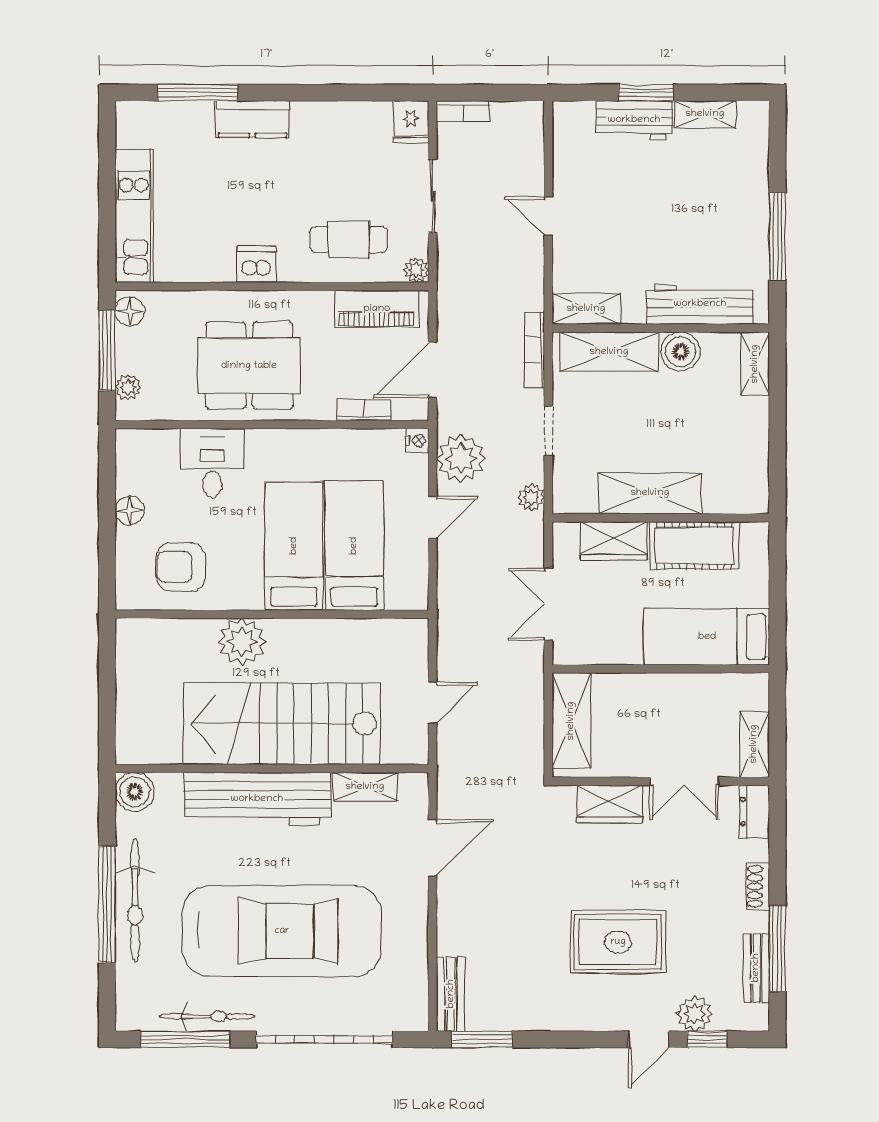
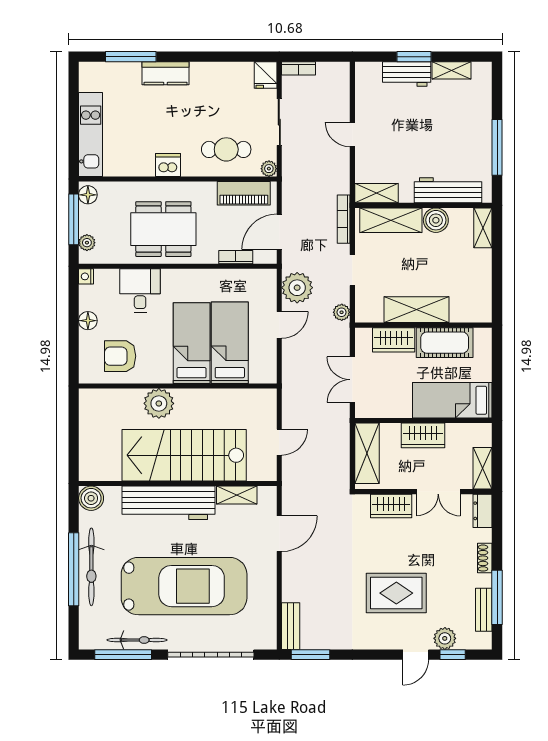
nightstand: (417, 441) -> (86, 276), moved, turned 180
wardrobe: (660, 692) -> (423, 435), added

